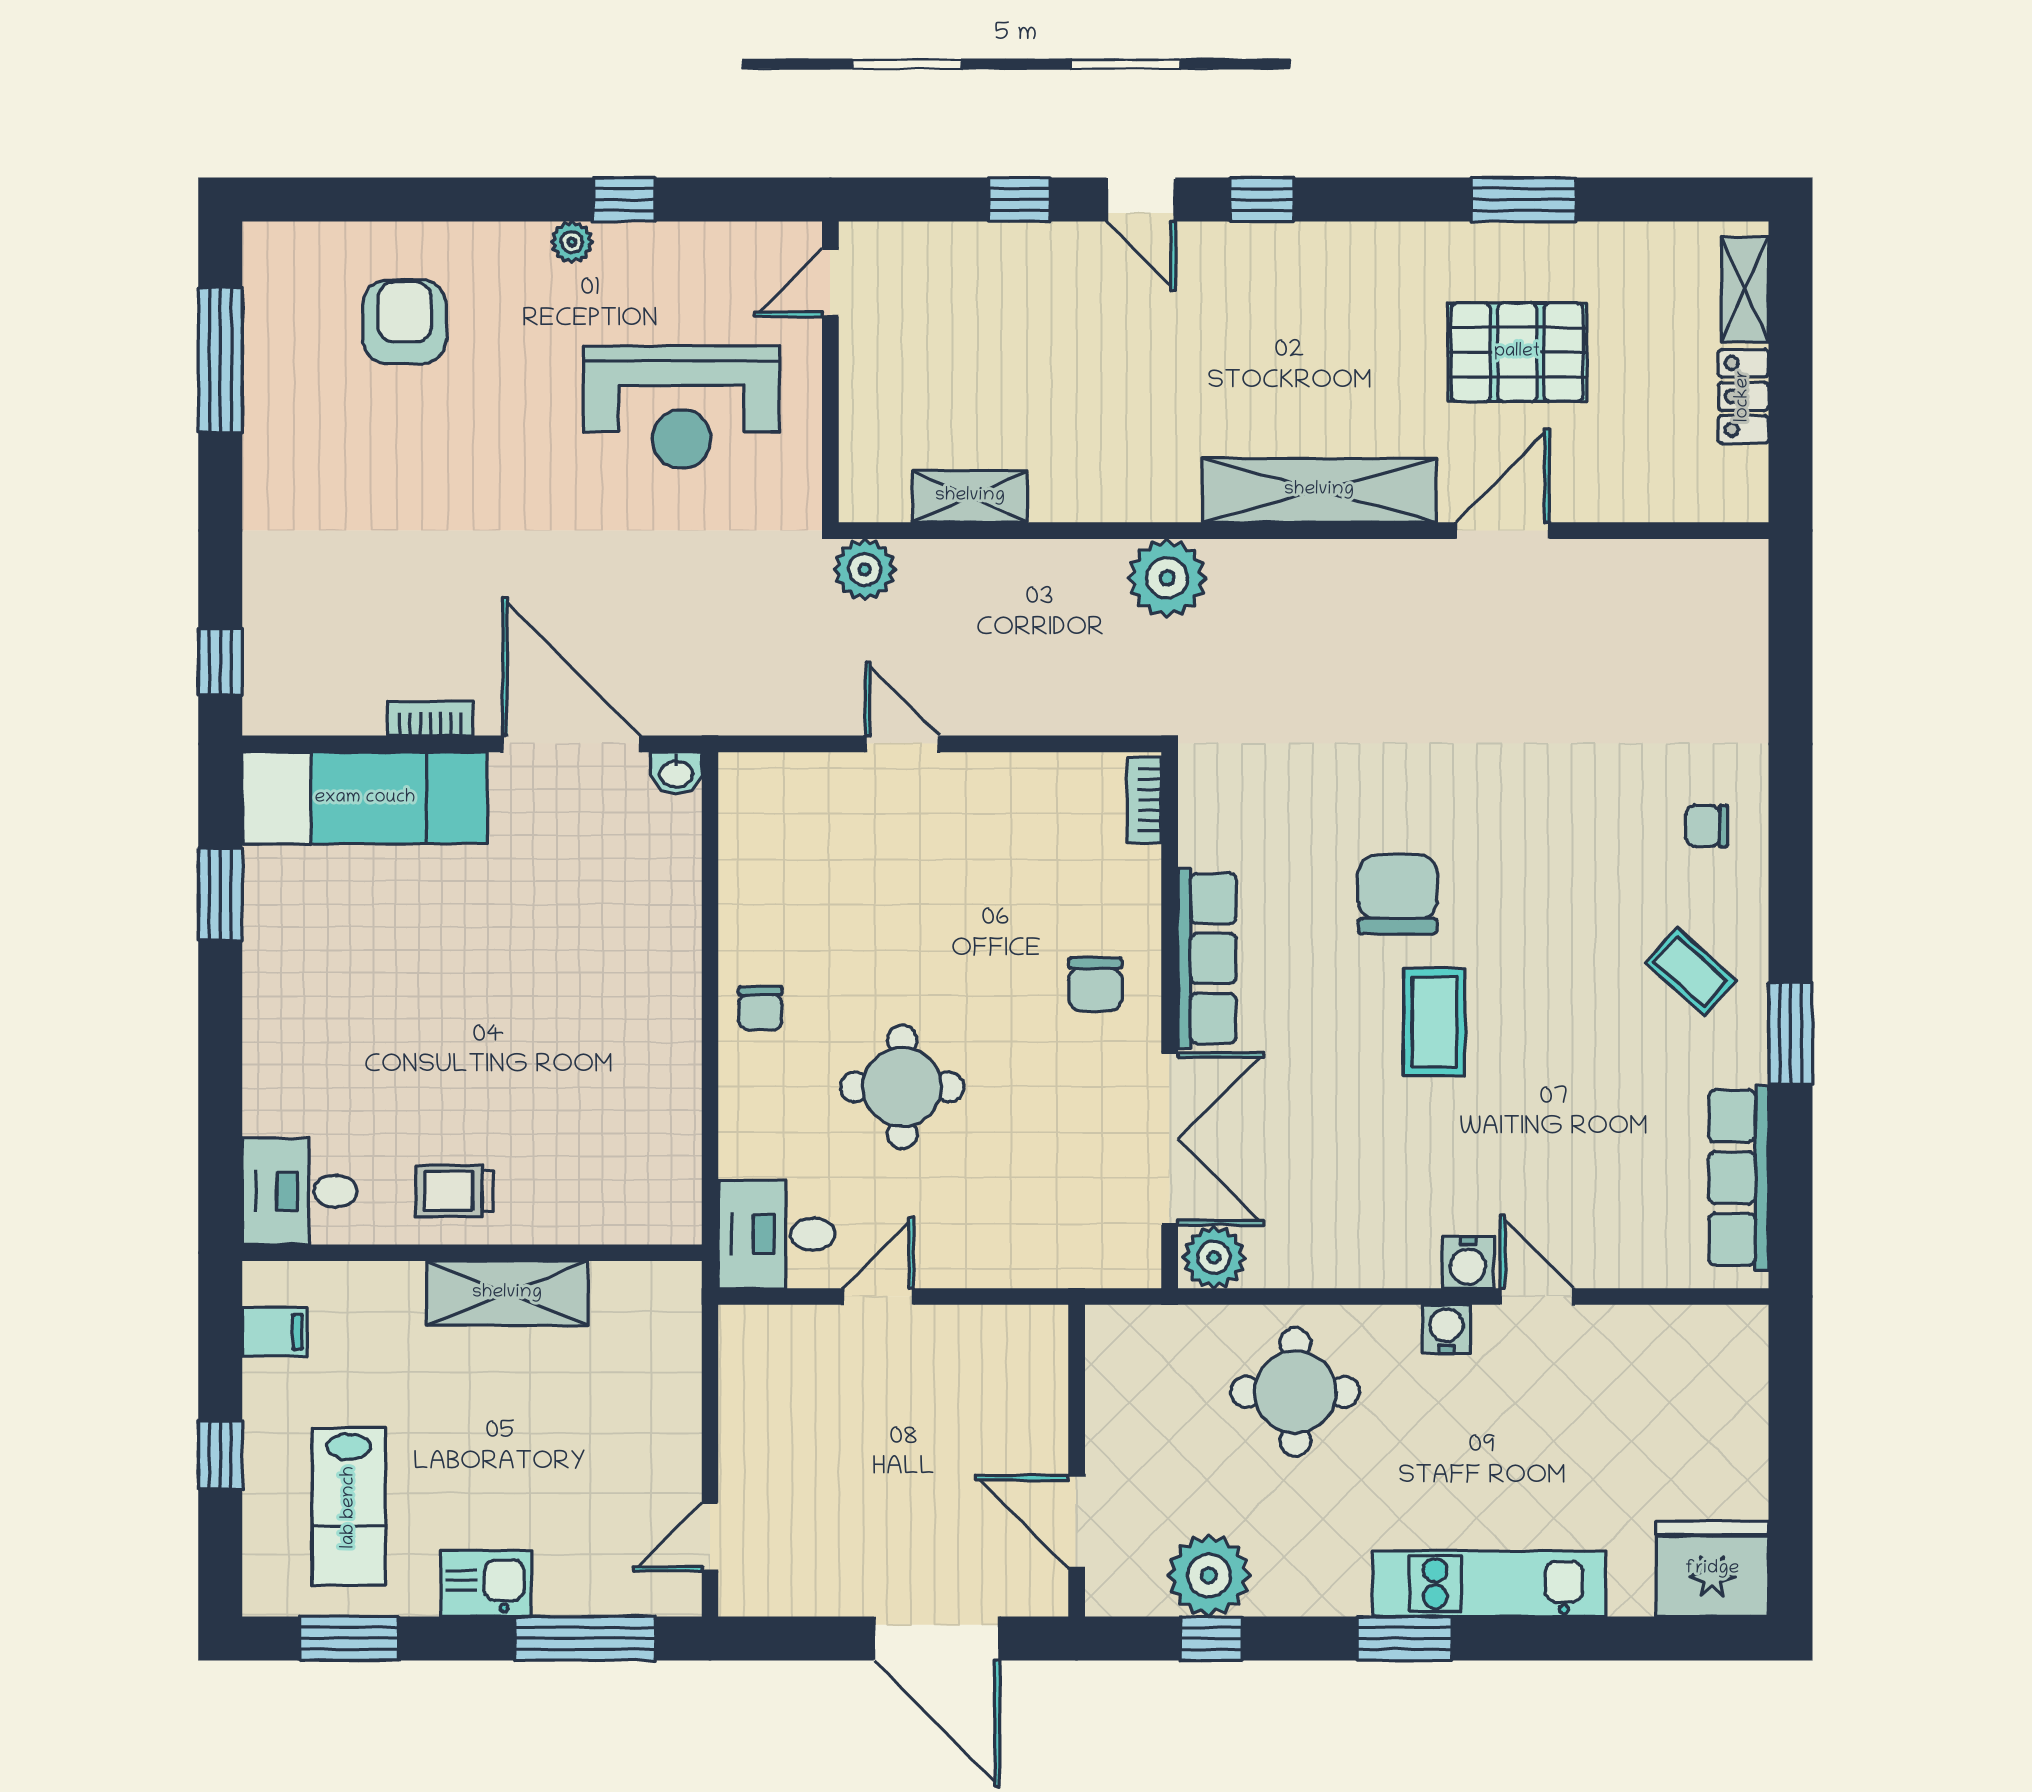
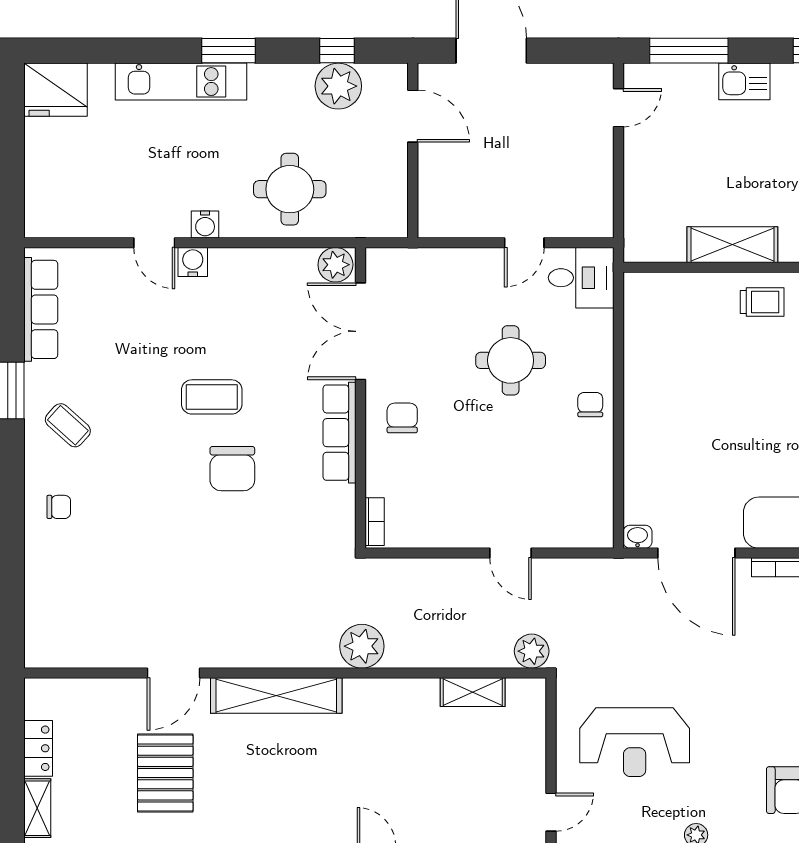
pallet: (1517, 352) -> (165, 773), turned 90
reception desk: (681, 407) -> (635, 742), turned 180
coffee table: (1434, 1022) -> (212, 397), turned 90

